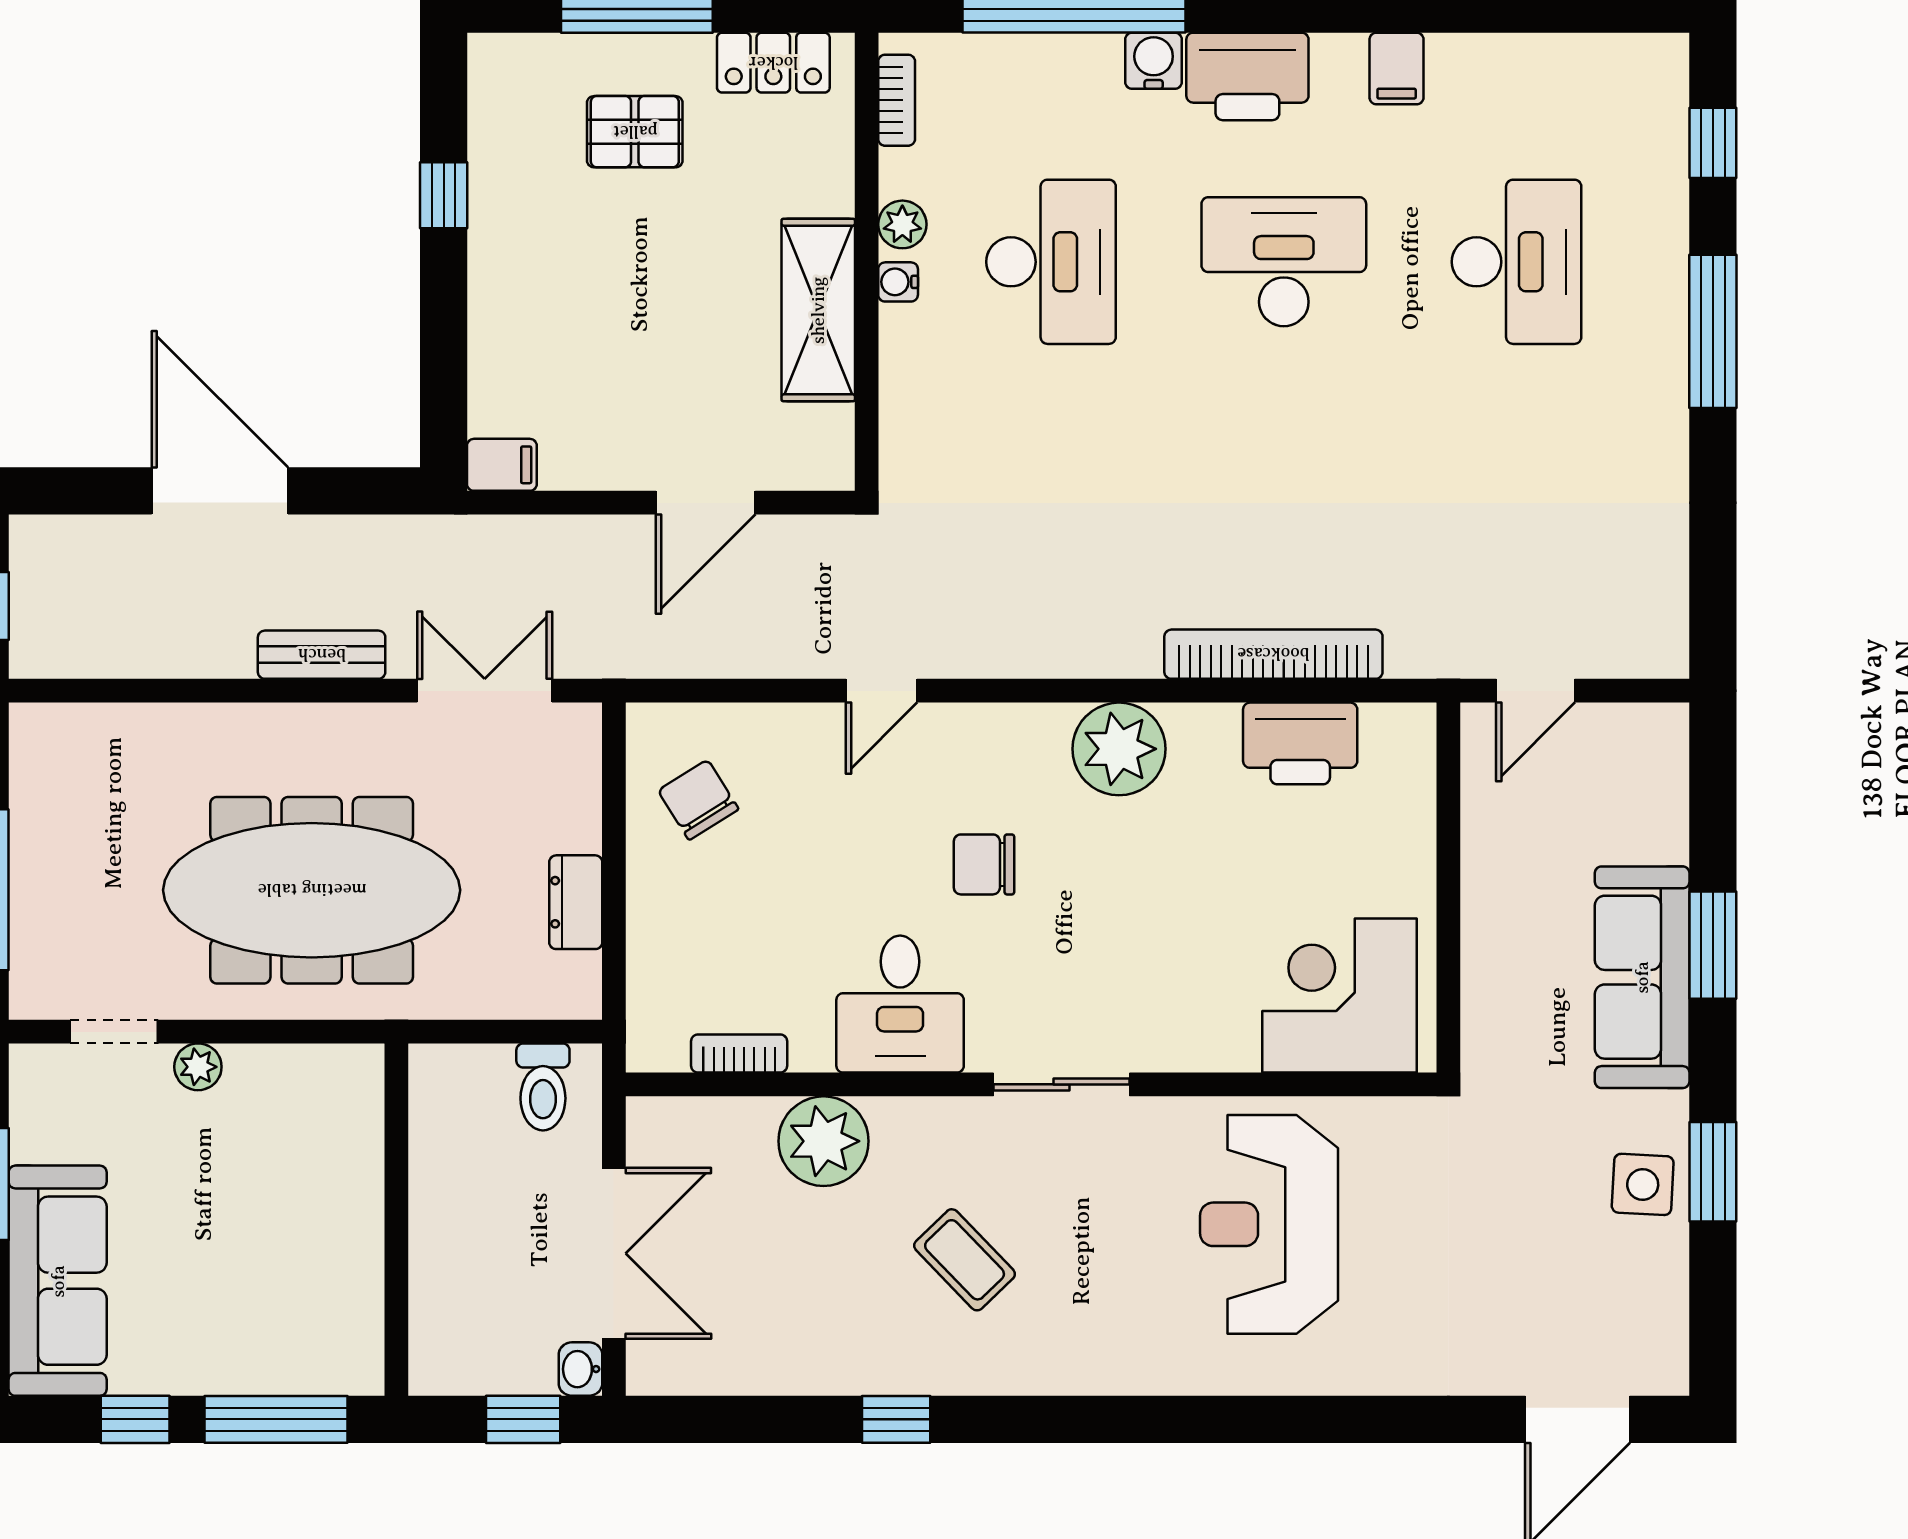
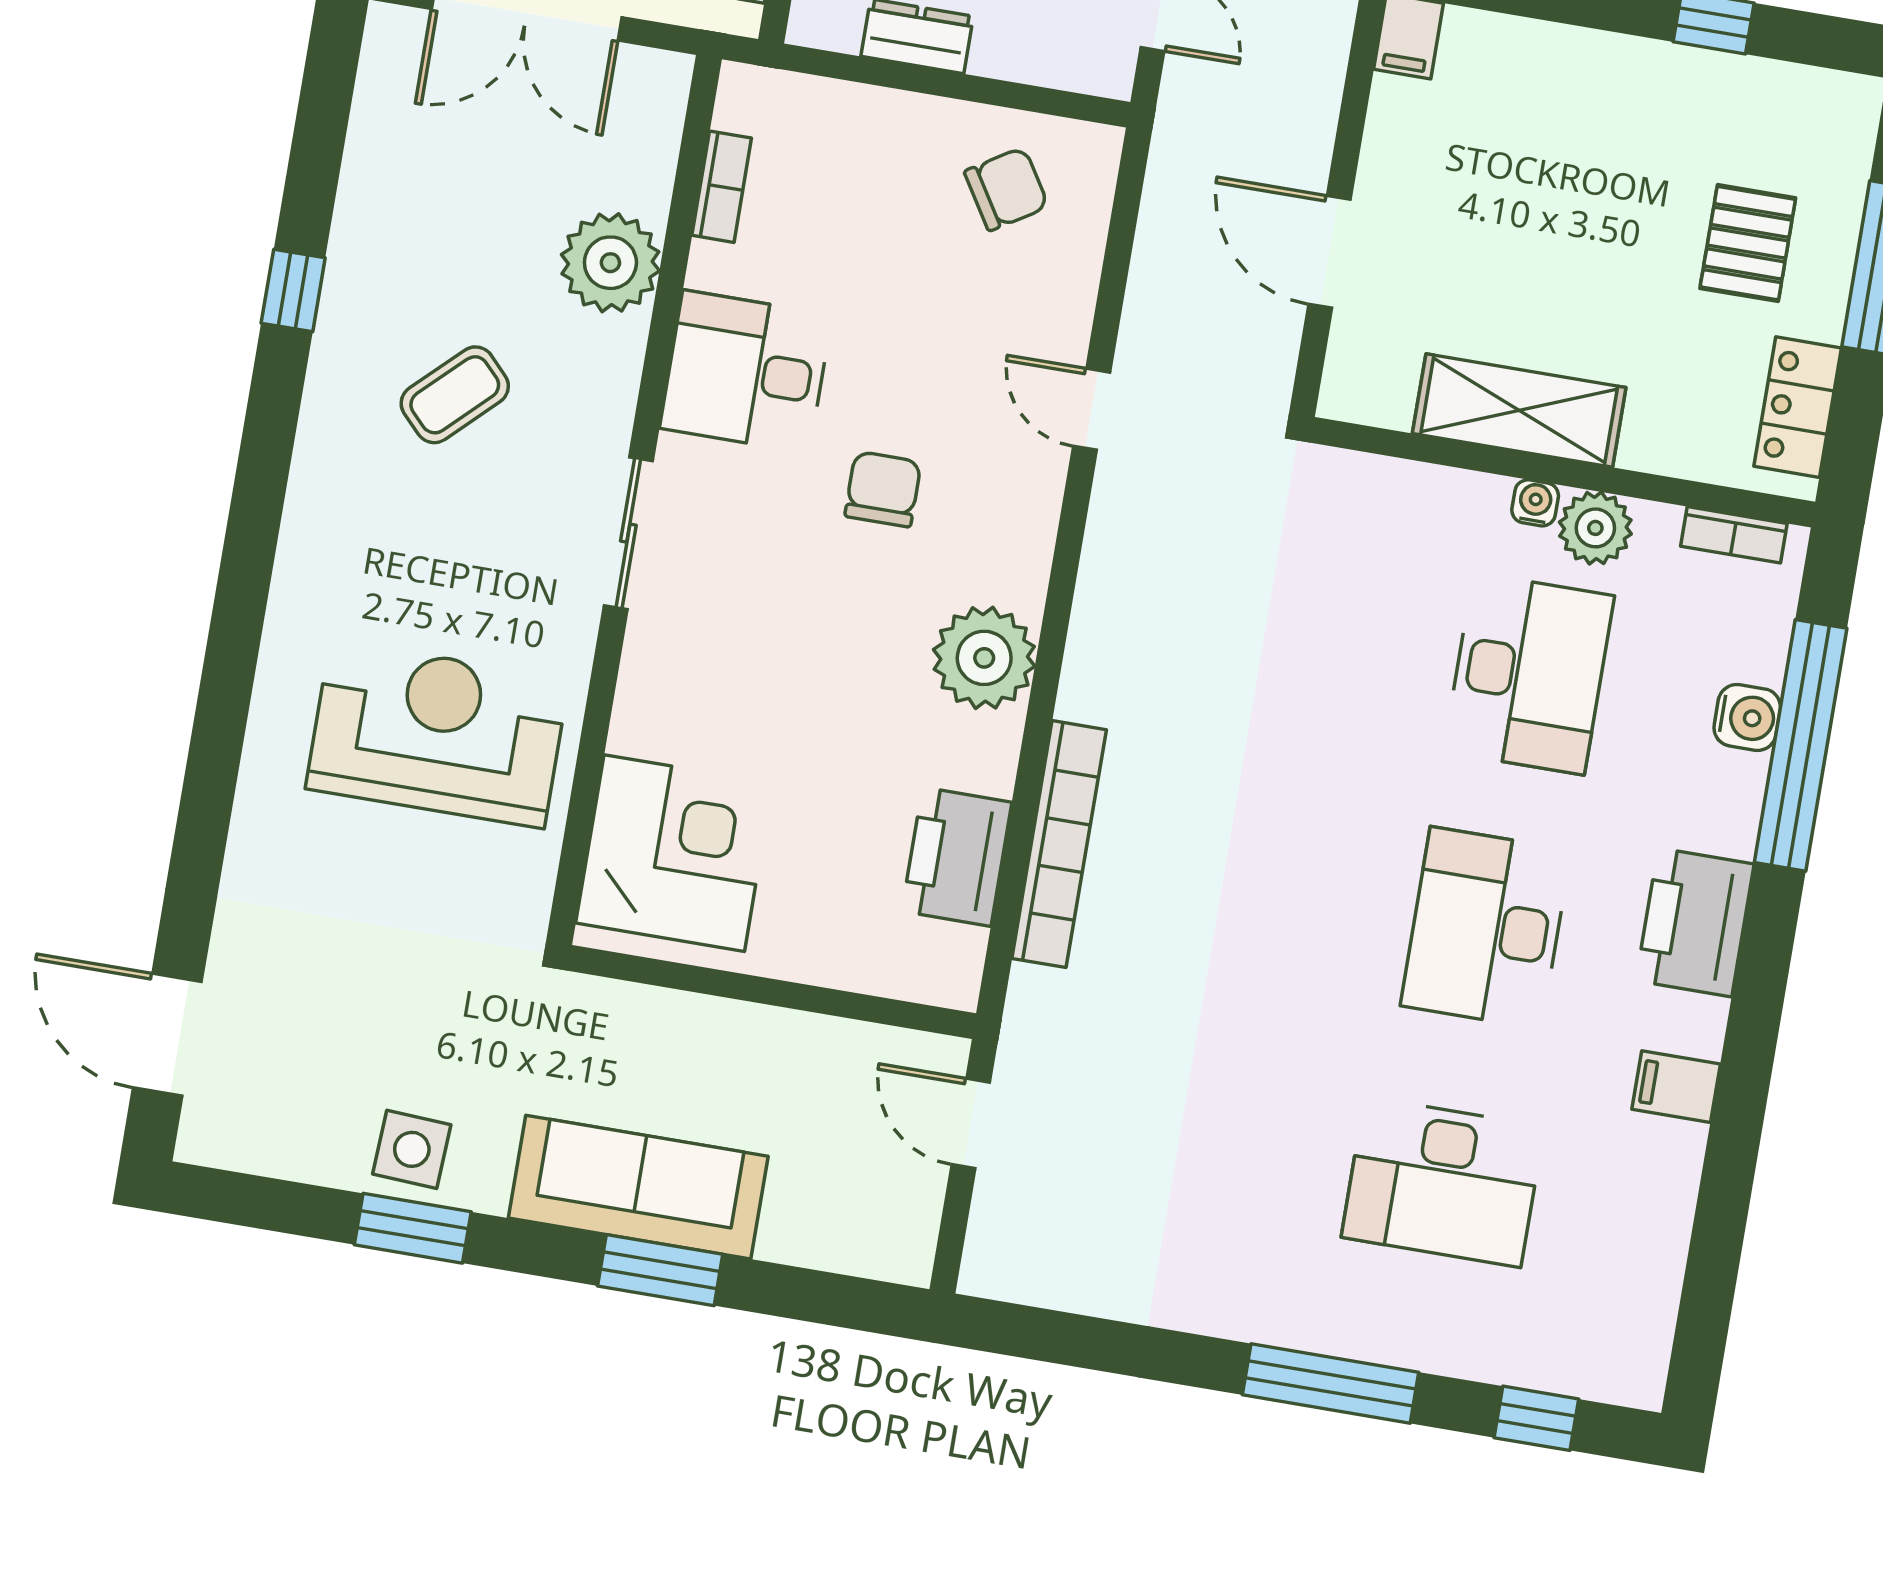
water cooler: (1154, 61) -> (1747, 717), moved
plant: (902, 224) -> (1595, 528), width x1.38, depth x1.38
desk: (1051, 262) -> (1529, 674), turned -90
desk: (1284, 262) -> (1486, 928), turned 180

